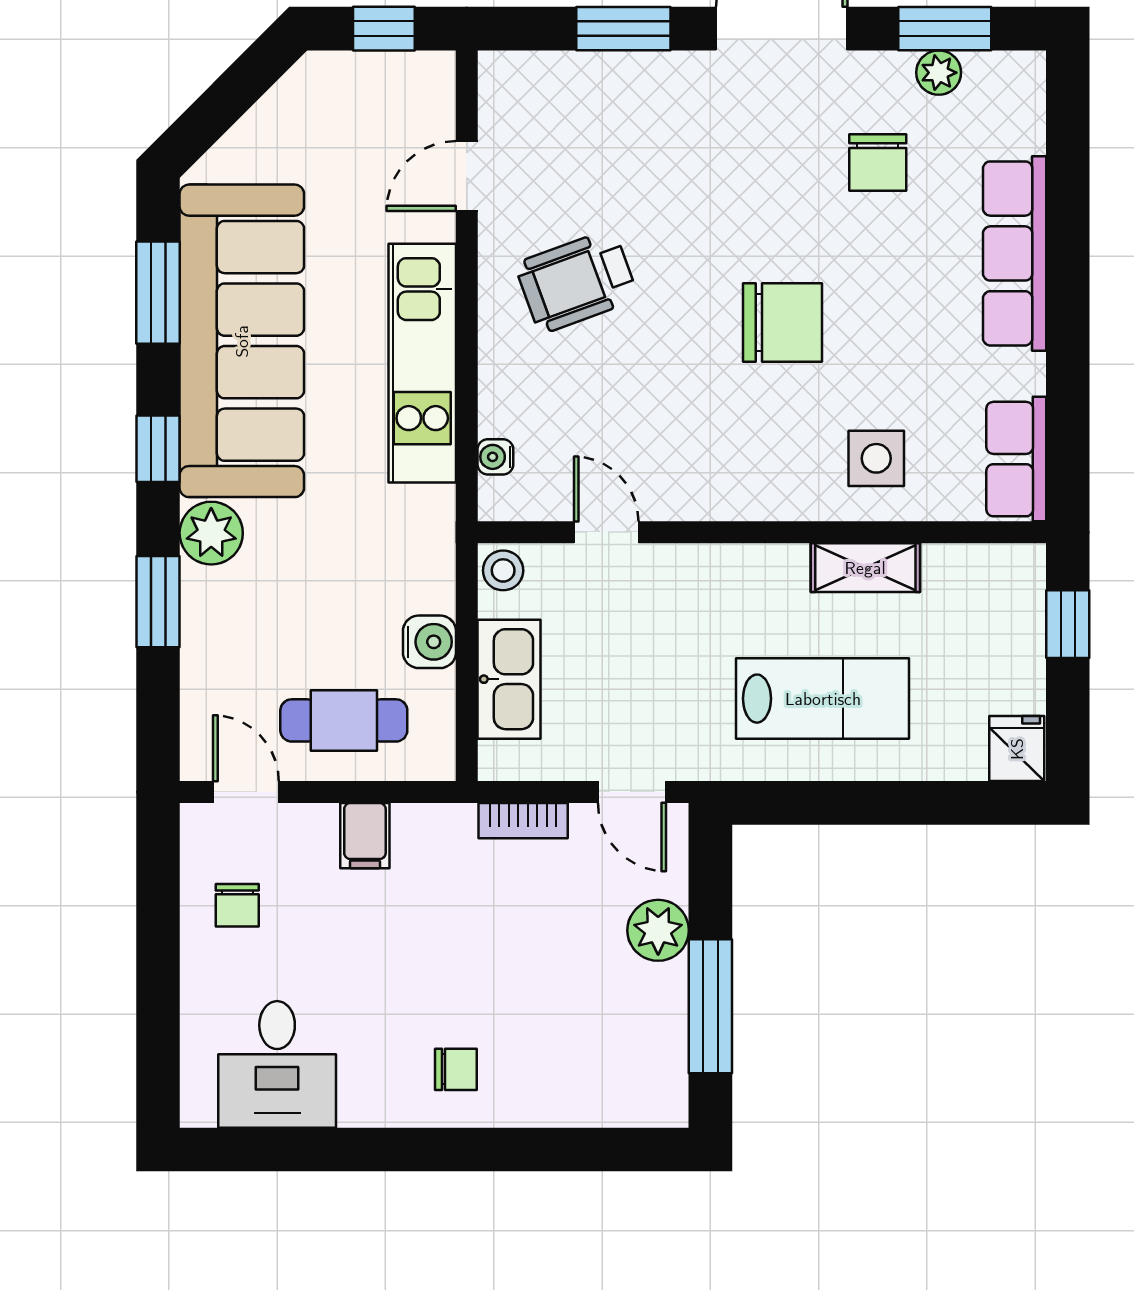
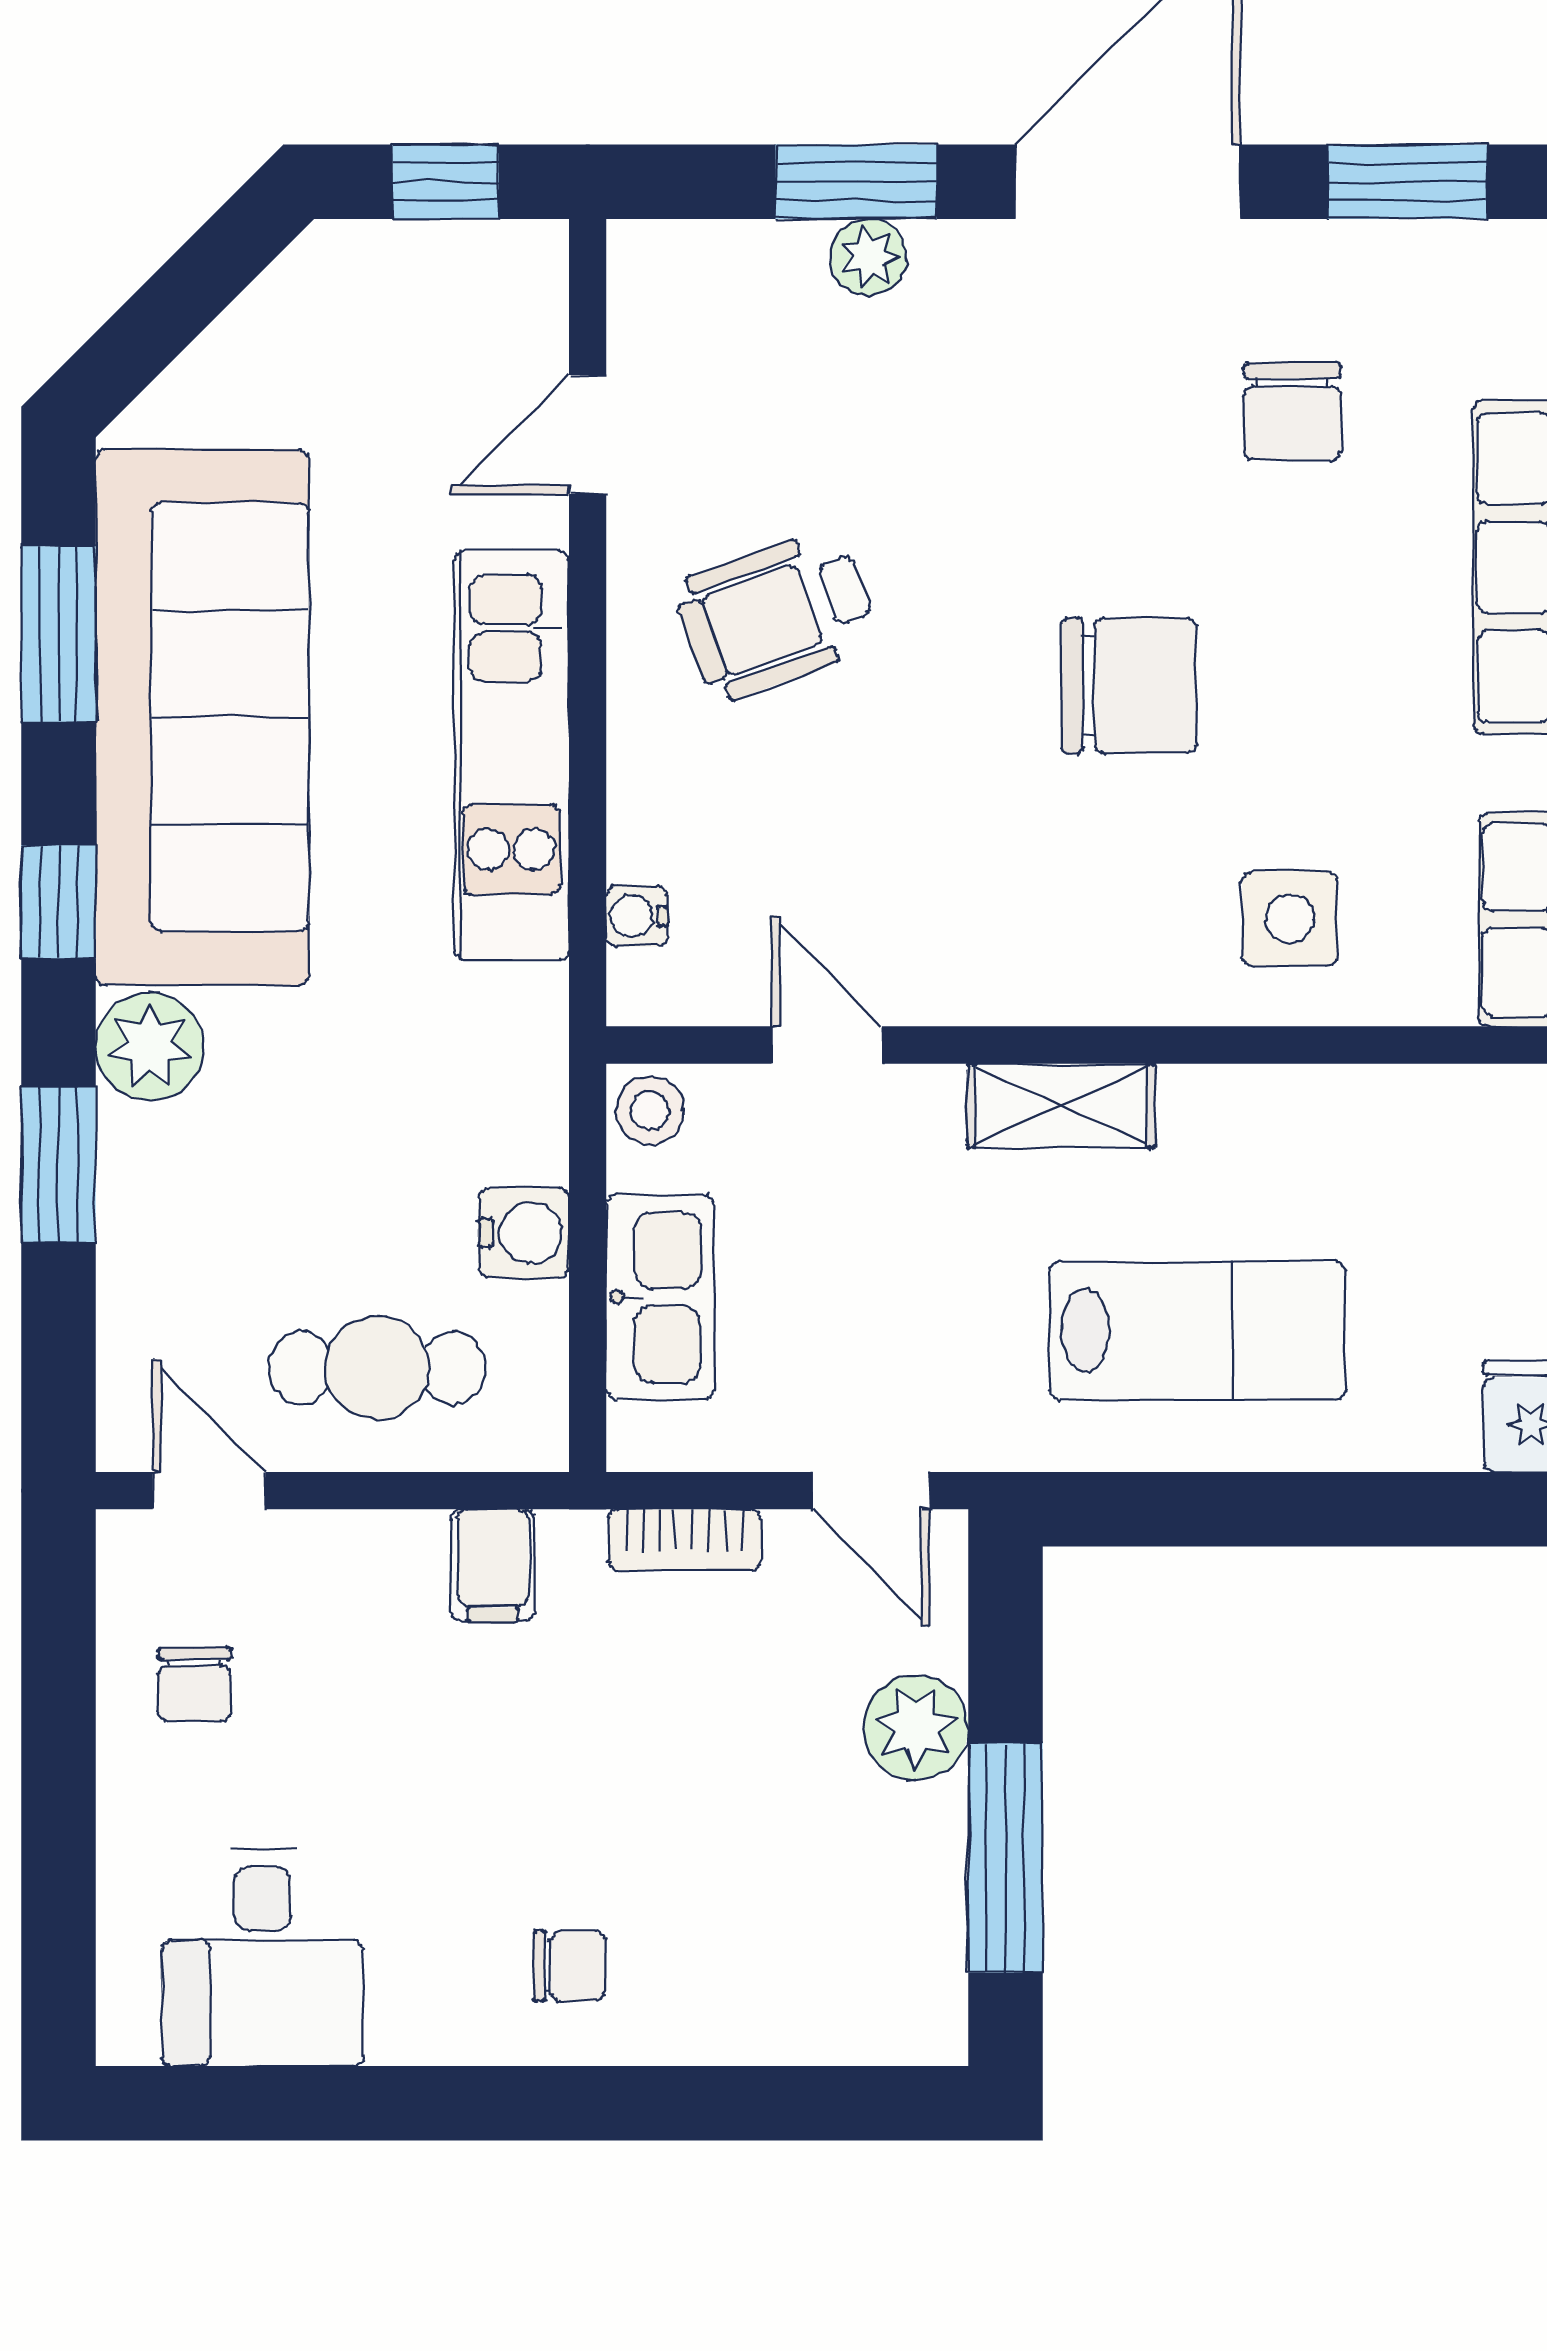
plant: (939, 73) -> (869, 257), moved
shelving: (865, 568) -> (1061, 1106), moved
filing cabinet: (365, 836) -> (493, 1565), moved

